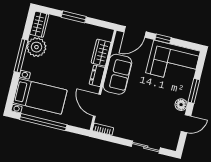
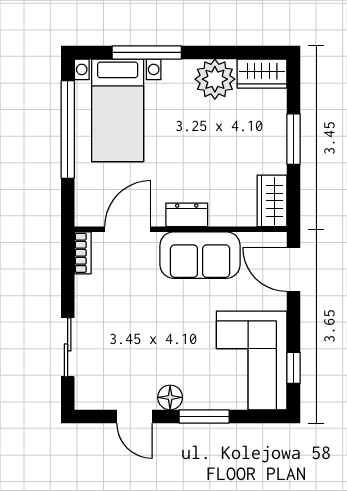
window: (163, 39) -> (294, 368), moved
wardrobe: (101, 53) -> (272, 201), moved, turned -90
window: (21, 56) -> (147, 52), moved

